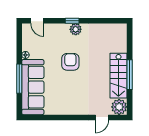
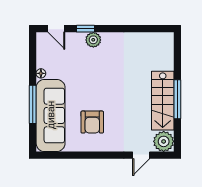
window: (72, 21) -> (86, 29), moved
plant: (76, 29) -> (93, 40), moved
armchair: (70, 62) -> (92, 122), moved, turned 180

